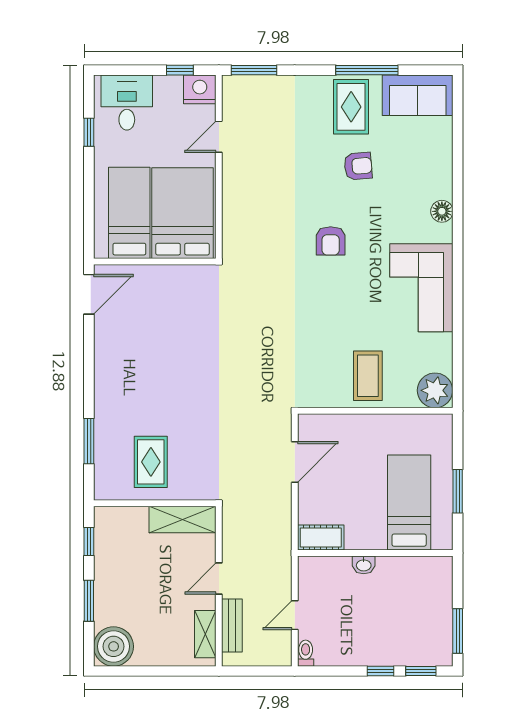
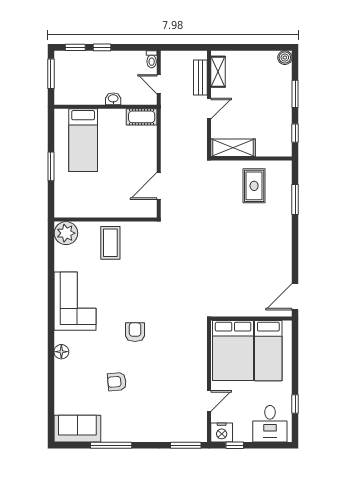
rug: (351, 107) -> (122, 421), removed
bed: (409, 503) -> (83, 140), moved
cot: (321, 538) -> (142, 117), moved
wall: (375, 553) -> (106, 107), moved
washbasin: (364, 565) -> (113, 99), moved
door: (295, 615) -> (159, 84), swing flipped
boiler: (114, 646) -> (285, 58), width x0.54, depth x0.54

